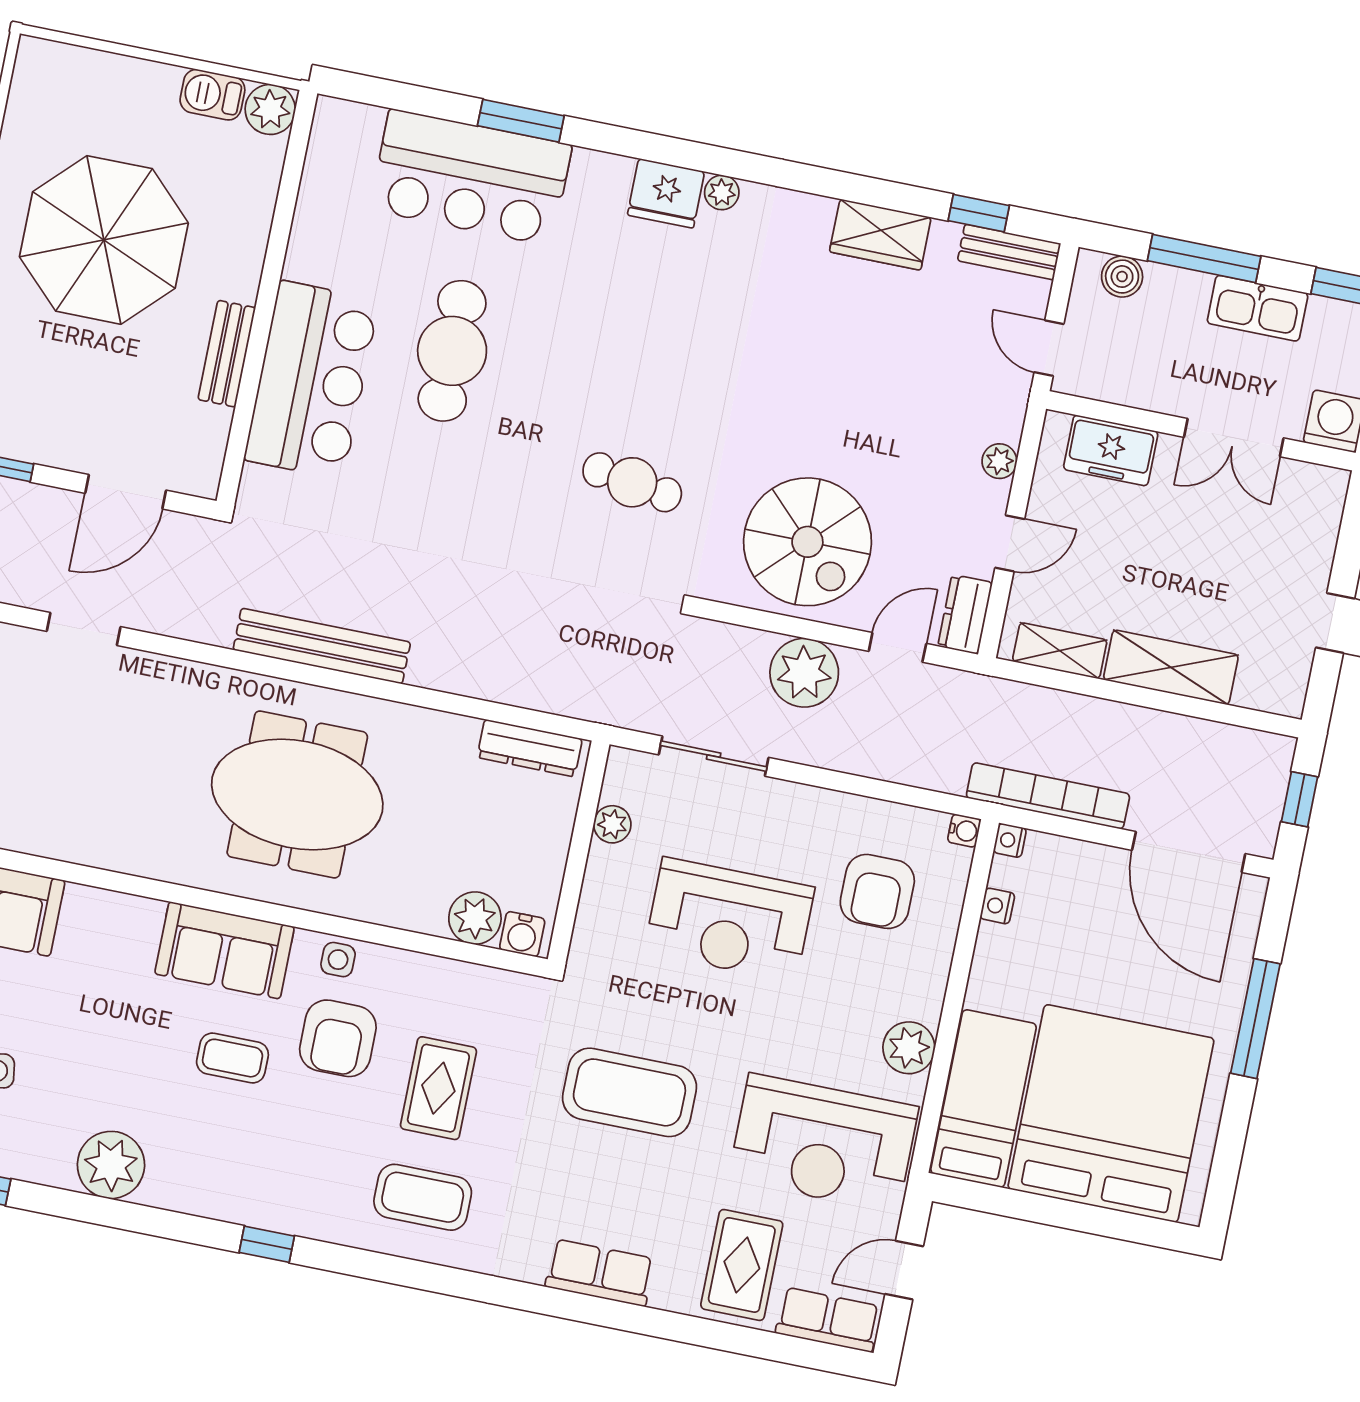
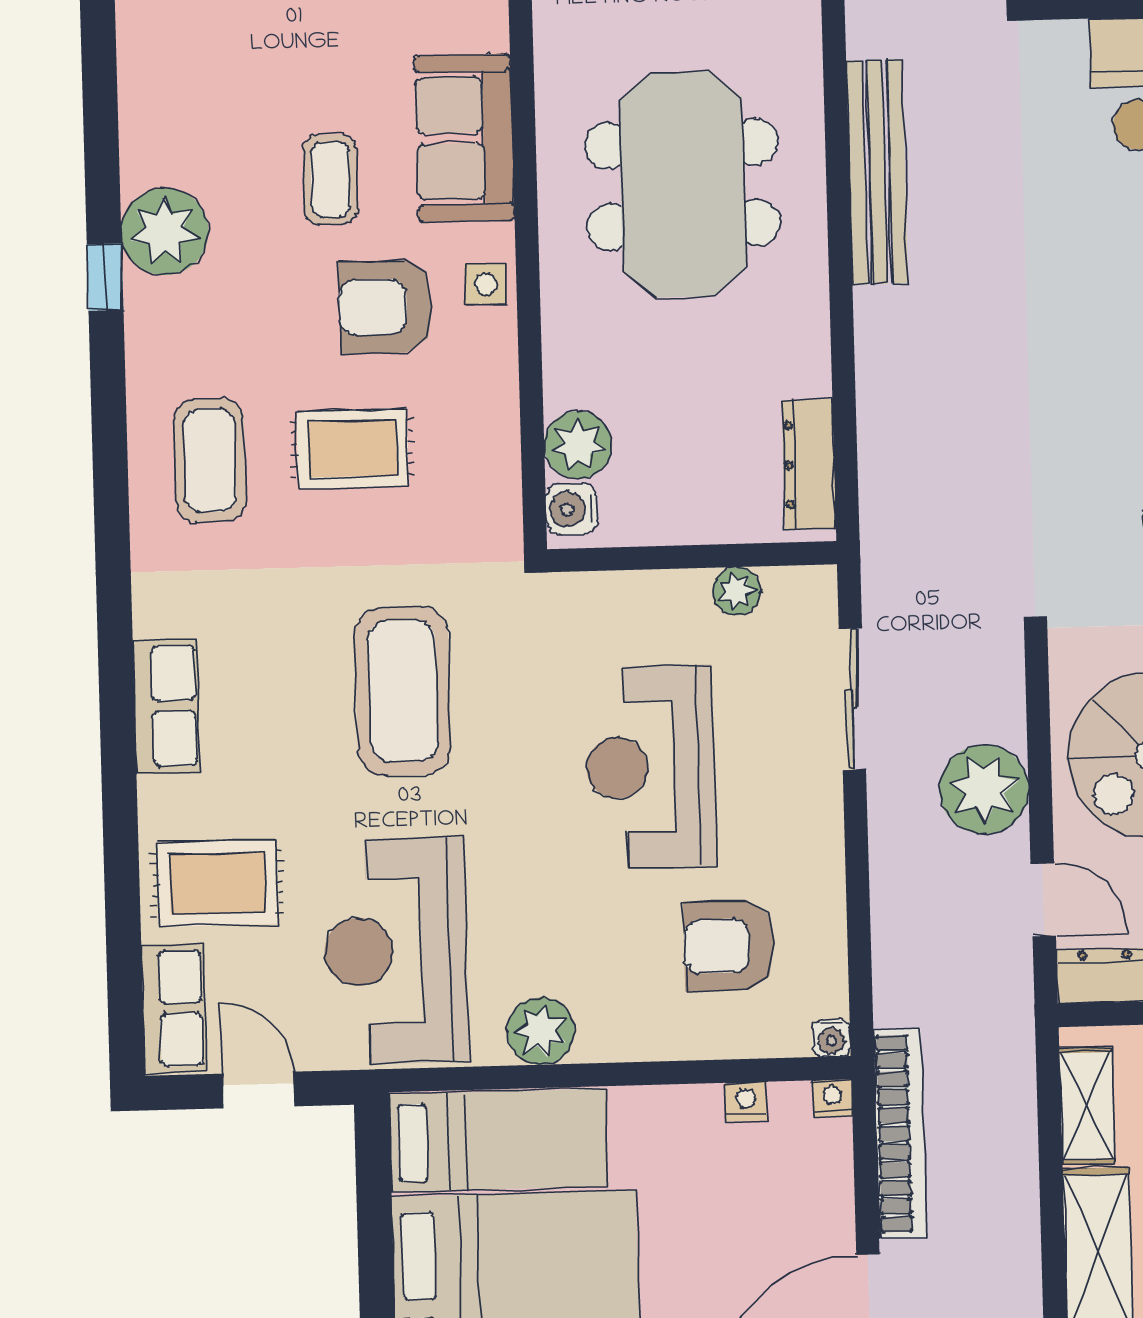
plant: (111, 1165) -> (165, 232), moved

